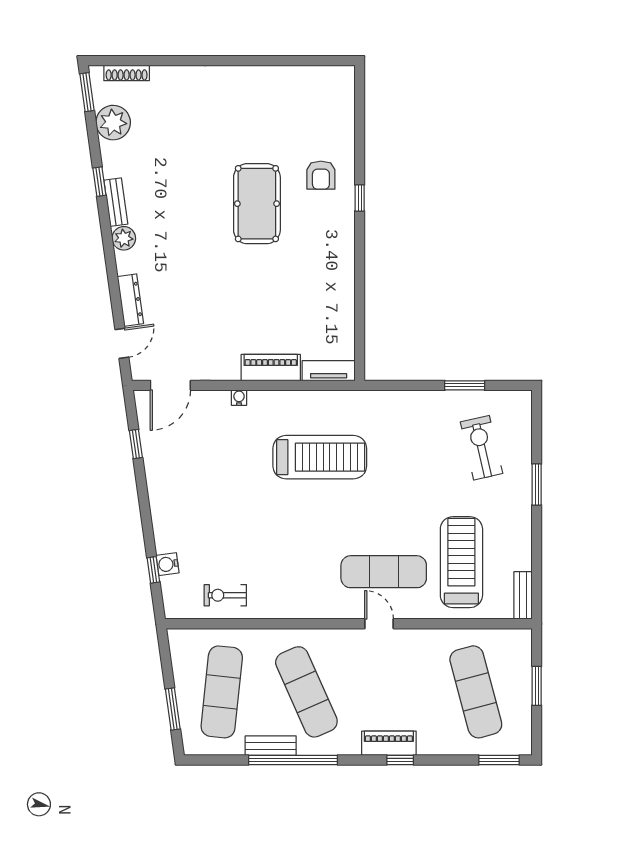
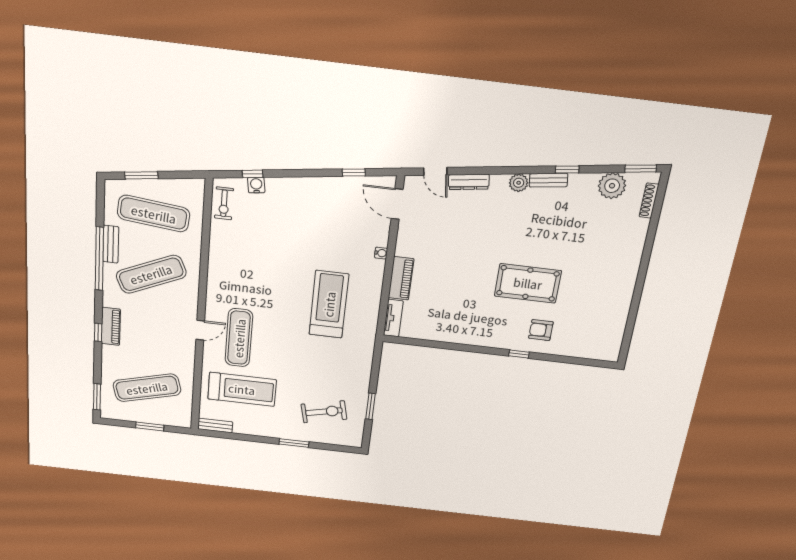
treadmill: (320, 457) -> (329, 304), turned 180
exercise bike: (225, 595) -> (224, 203), moved, turned 180

